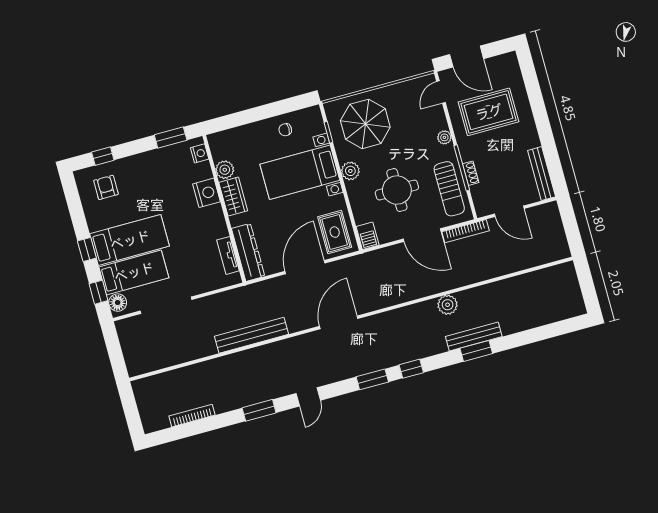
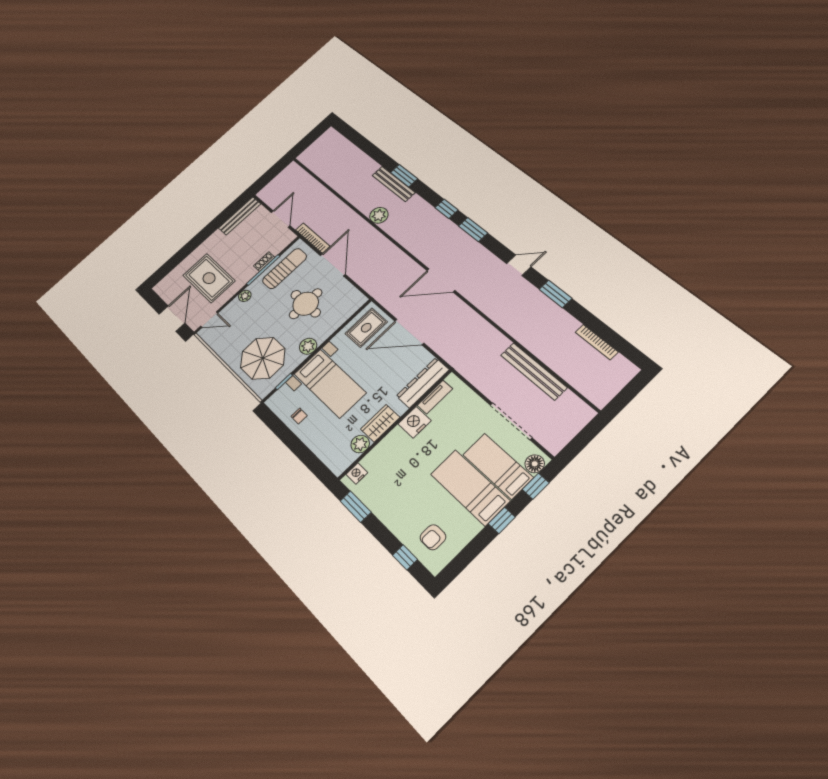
nightstand: (207, 193) -> (415, 422), moved
barbecue: (368, 236) -> (355, 302), removed
bench: (251, 335) -> (534, 371), moved

